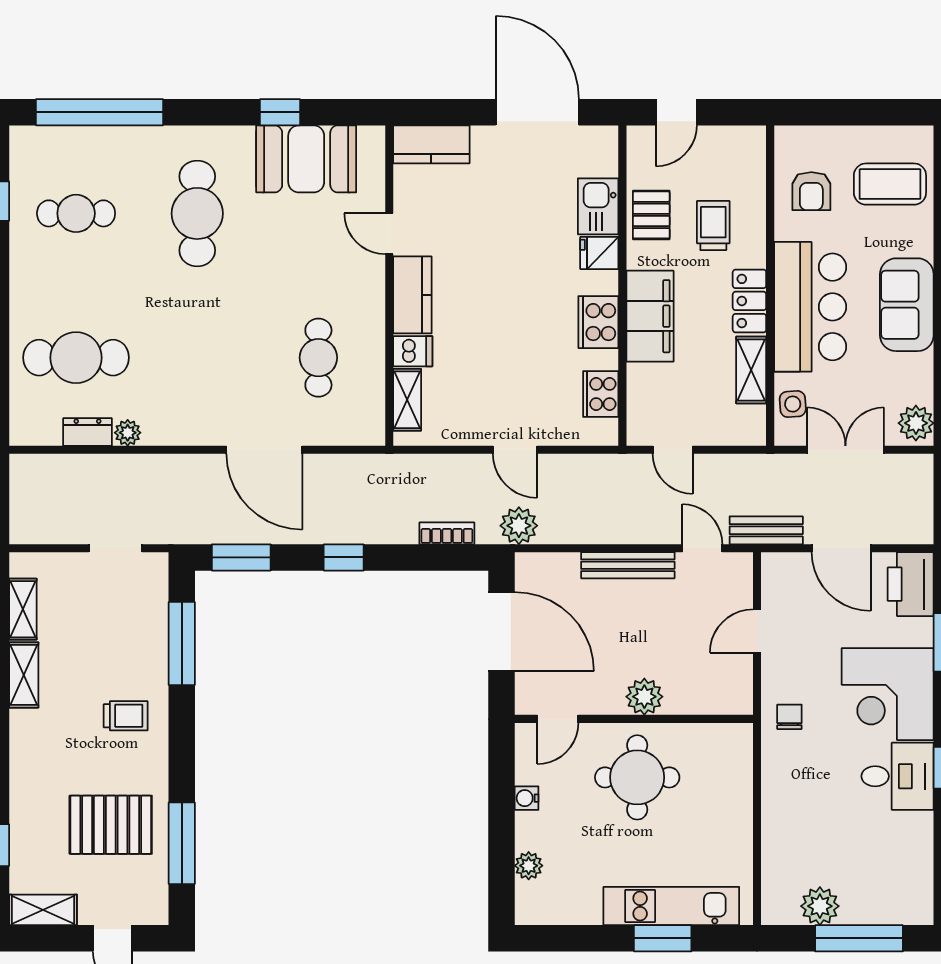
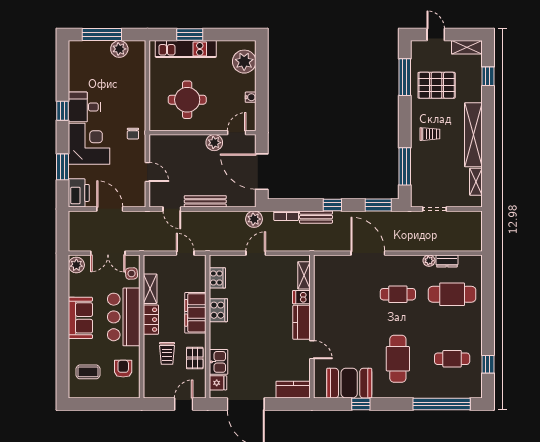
coffee table: (890, 184) -> (88, 372), width x0.73, depth x0.77
fridge: (599, 253) -> (218, 383), moved
cafe table: (318, 358) -> (398, 294), moved, turned 90
door: (515, 450) -> (256, 253), hinge flipped
bench: (766, 530) -> (316, 217), moved
door: (757, 631) -> (147, 172), hinge flipped
shelving: (24, 675) -> (473, 135), width x2.20, depth x1.33
plant: (644, 697) -> (214, 143), moved
trolley: (126, 716) -> (430, 134), turned 180
round table: (637, 777) -> (187, 100), moved
plant: (529, 866) -> (244, 62), width x1.87, depth x1.87

